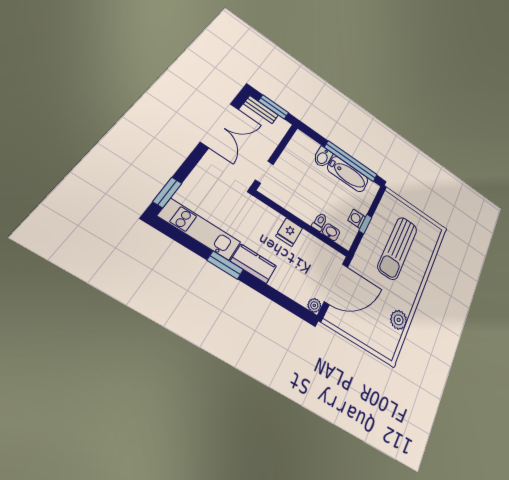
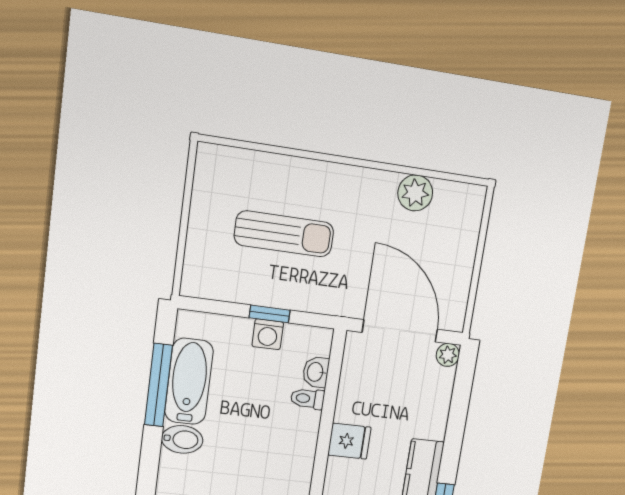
window: (351, 161) -> (158, 385), width x0.68
sun lounger: (398, 248) -> (284, 234), width x0.73, depth x0.75

